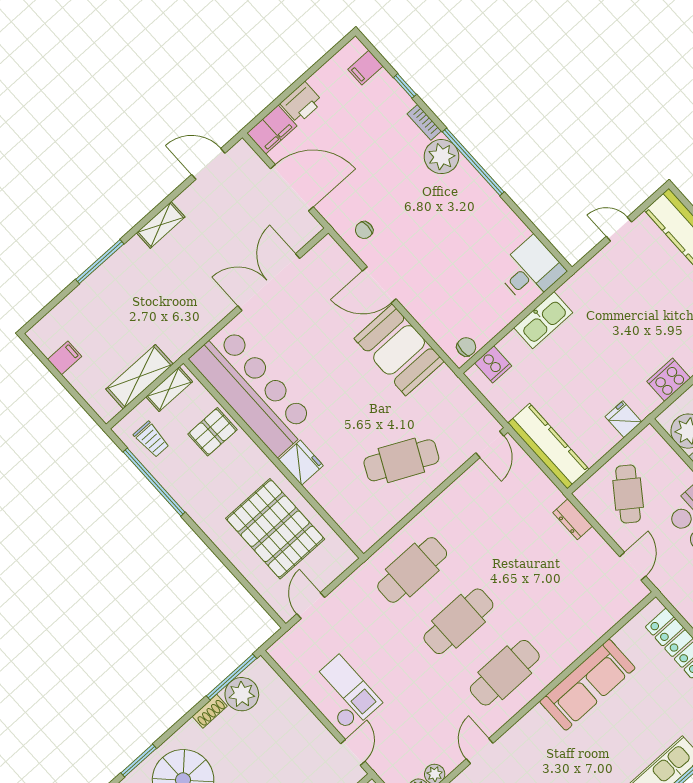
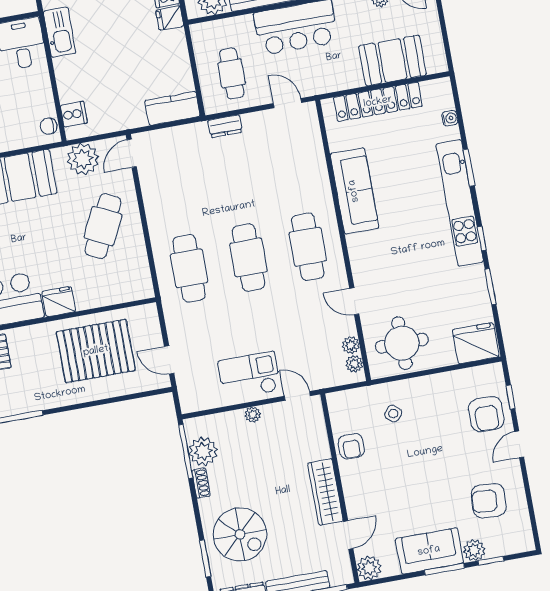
kitchen sink: (543, 320) -> (60, 32), moved
chair: (466, 347) -> (49, 126), turned -90
plant: (455, 400) -> (83, 159), added
fridge: (623, 419) -> (170, 18), moved
door: (490, 444) -> (132, 153), swing flipped
kitchen counter: (548, 446) -> (172, 108), width x0.67
cafe table: (628, 494) -> (232, 73), turned 54
plant: (308, 720) -> (253, 415), added

